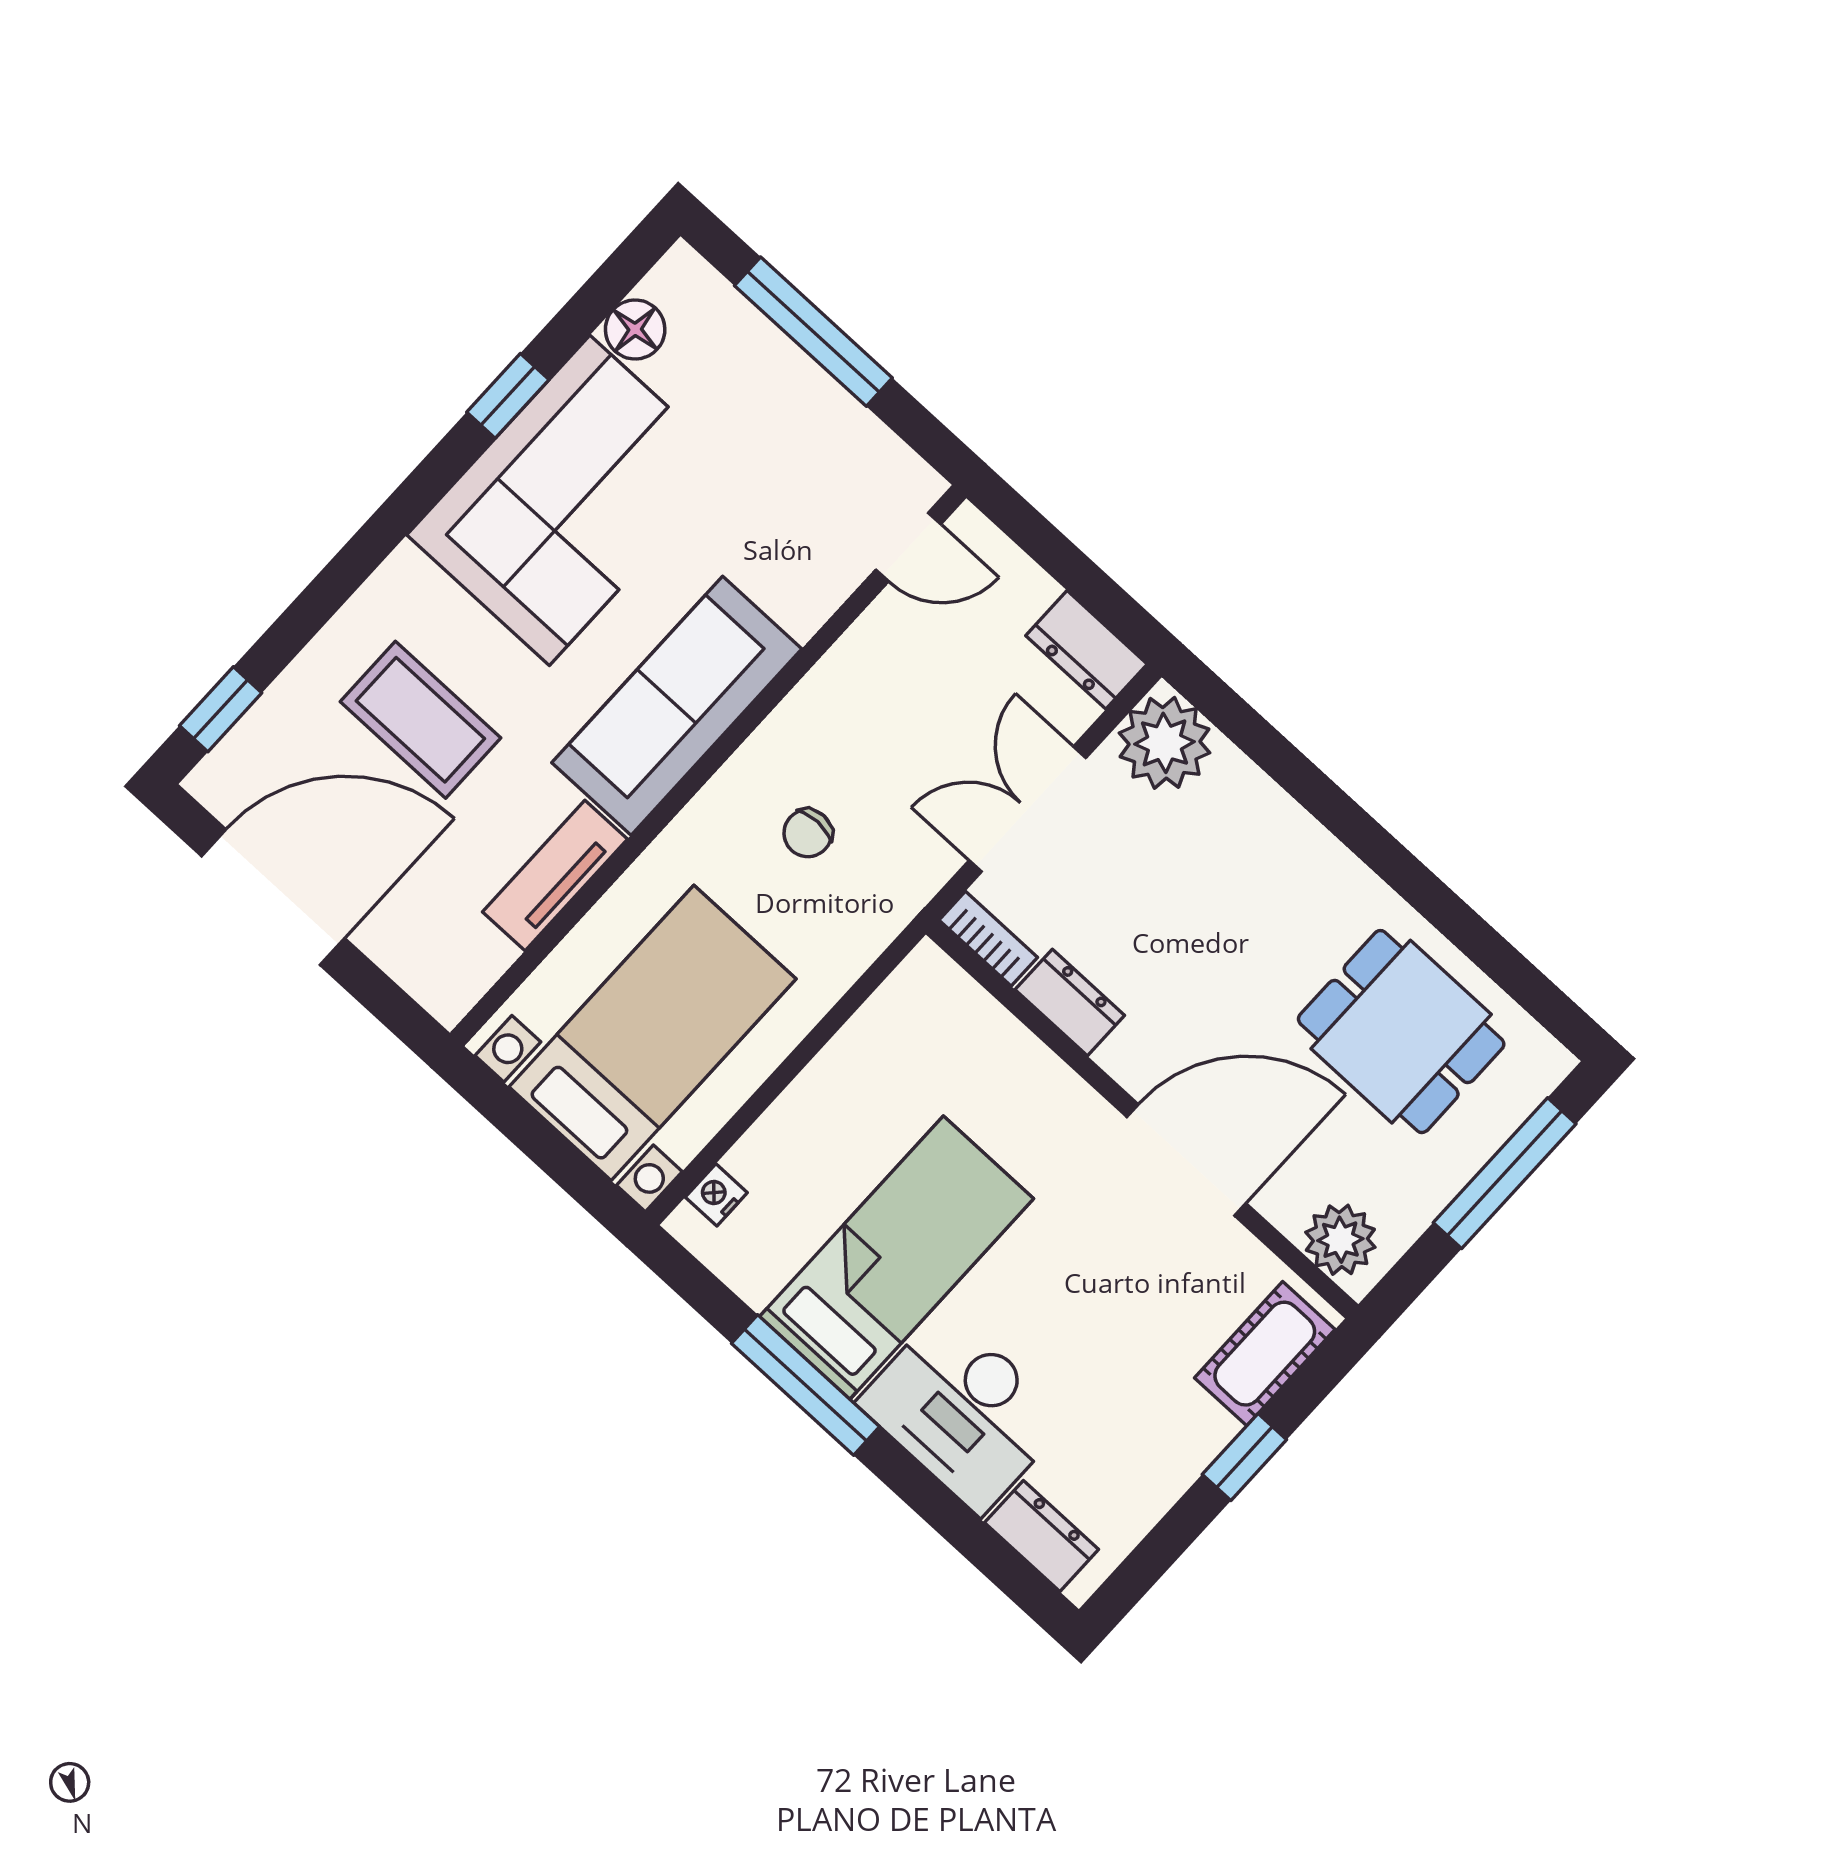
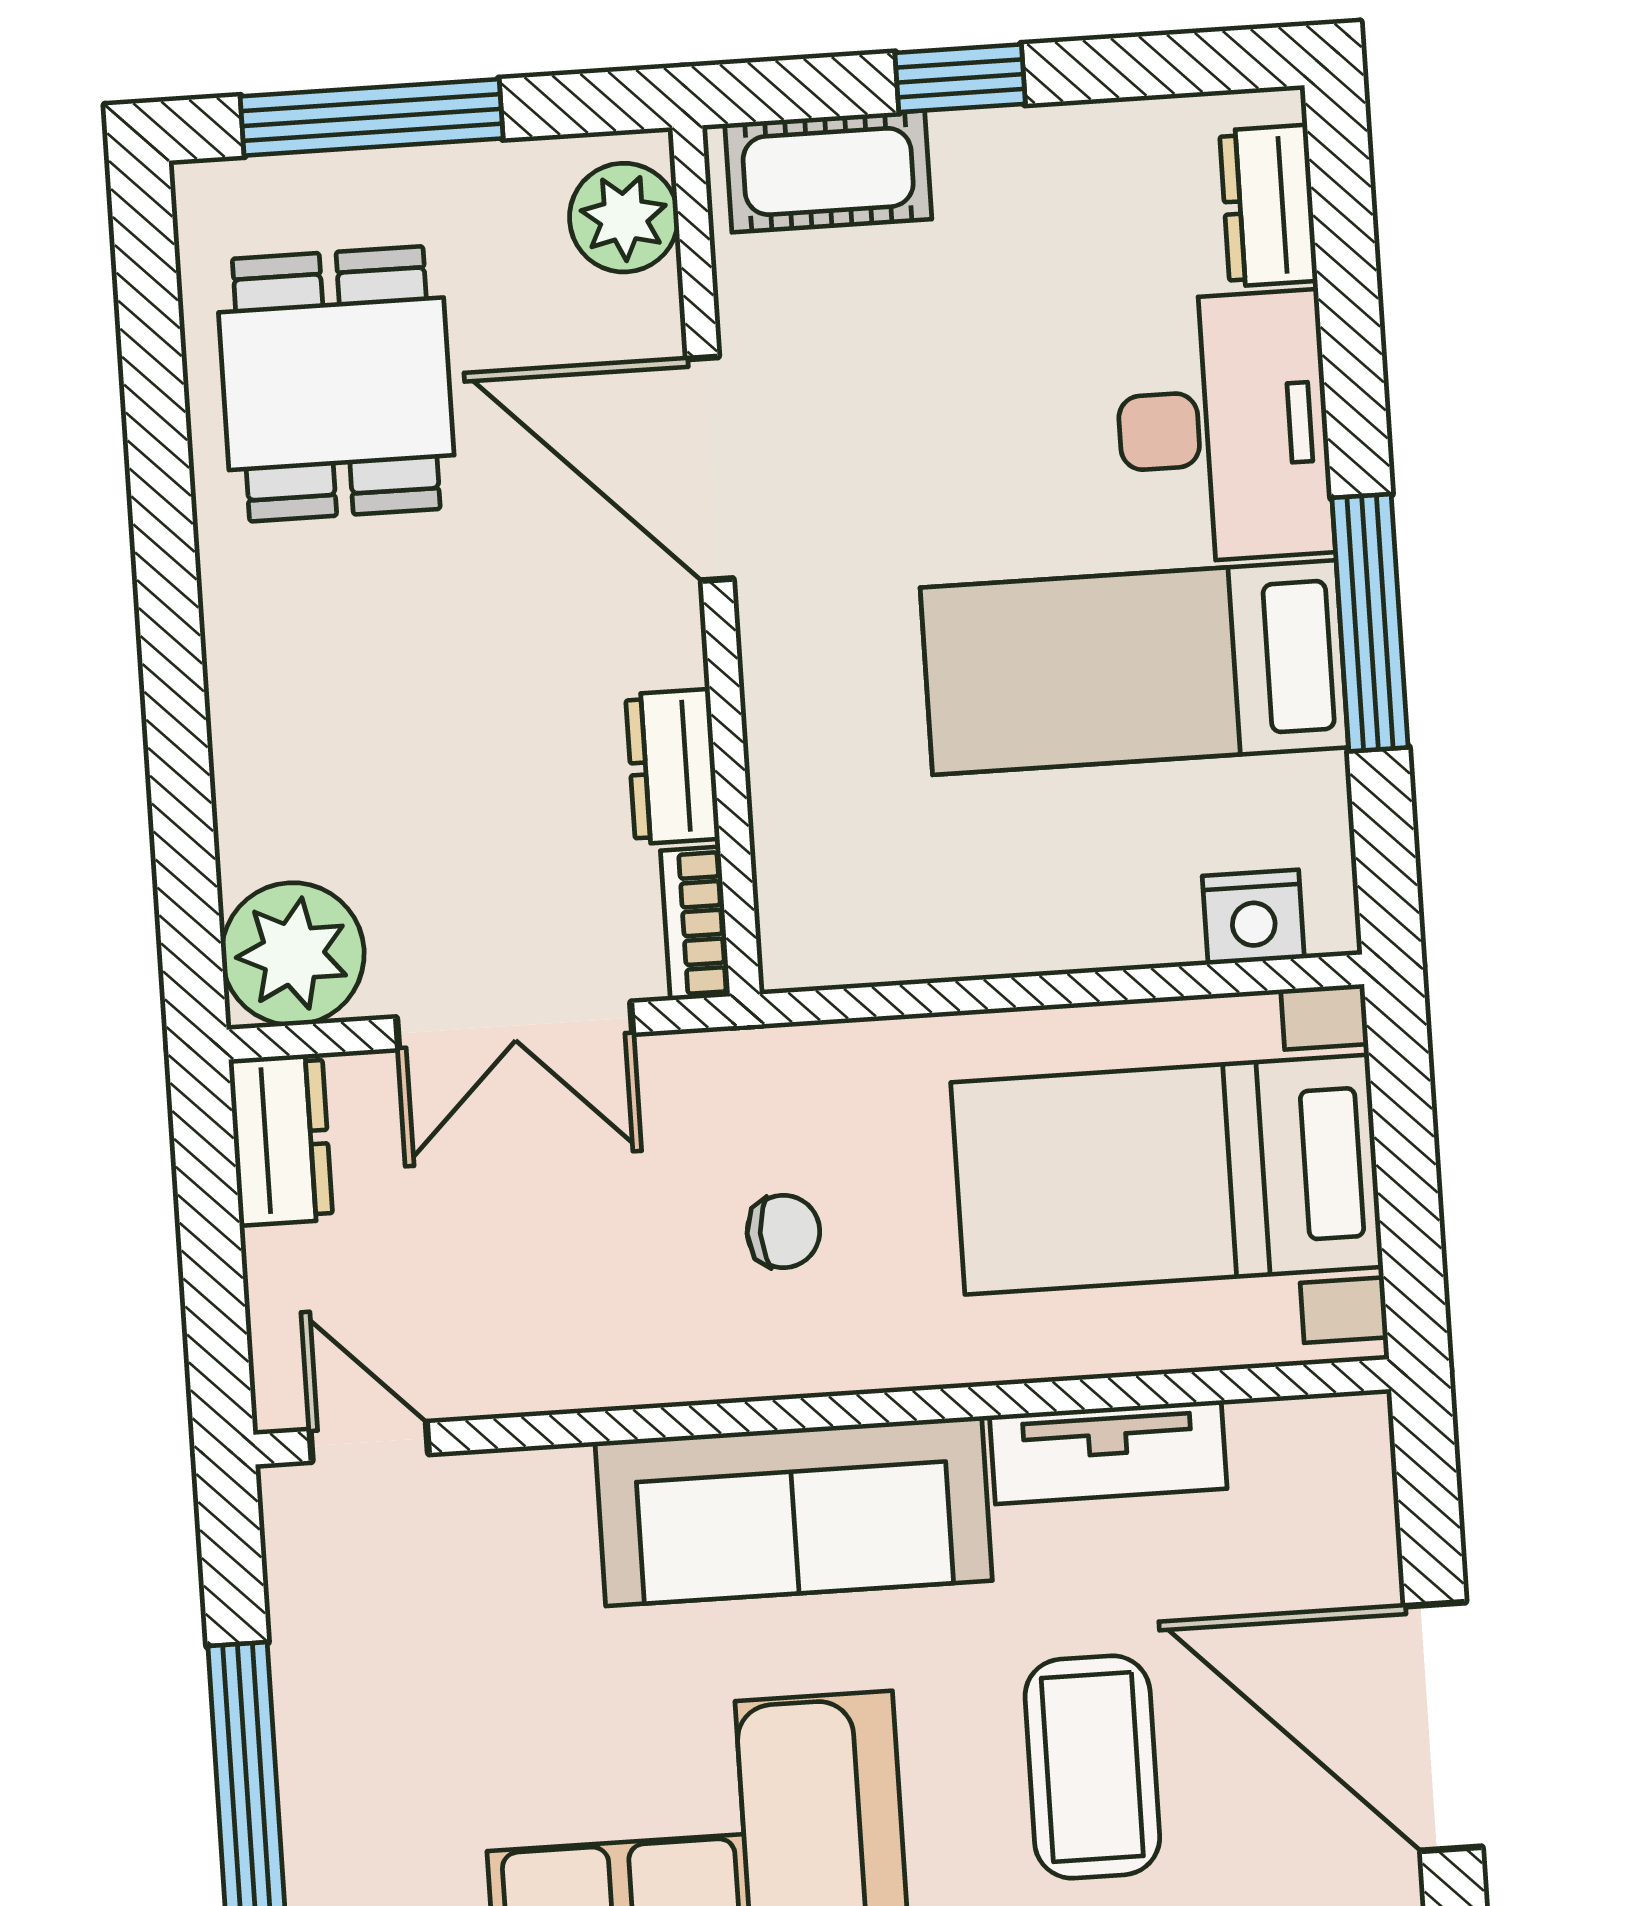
nightstand: (716, 1195) -> (1253, 917), width x1.39, depth x1.35

